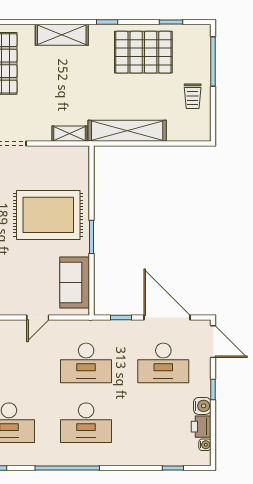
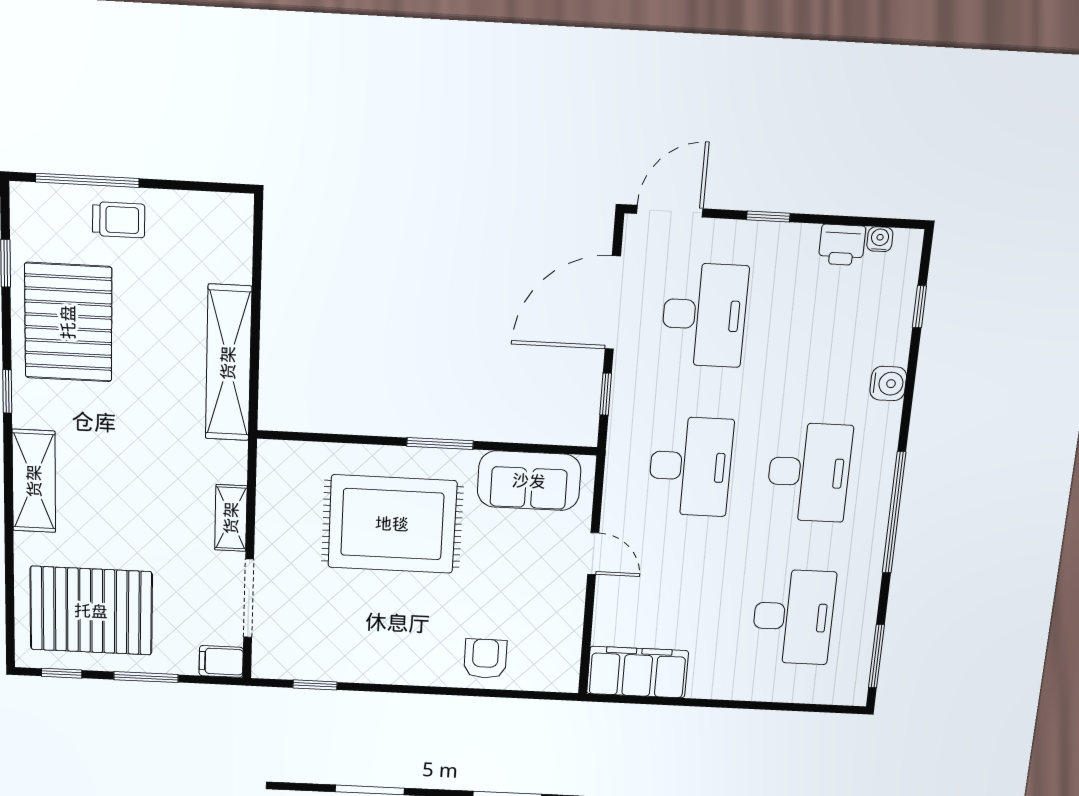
trolley: (193, 96) -> (119, 220), moved
shelving: (69, 134) -> (231, 518), moved
rug: (48, 215) -> (392, 524), turned 90
water cooler: (202, 406) -> (888, 383), moved, turned 90

